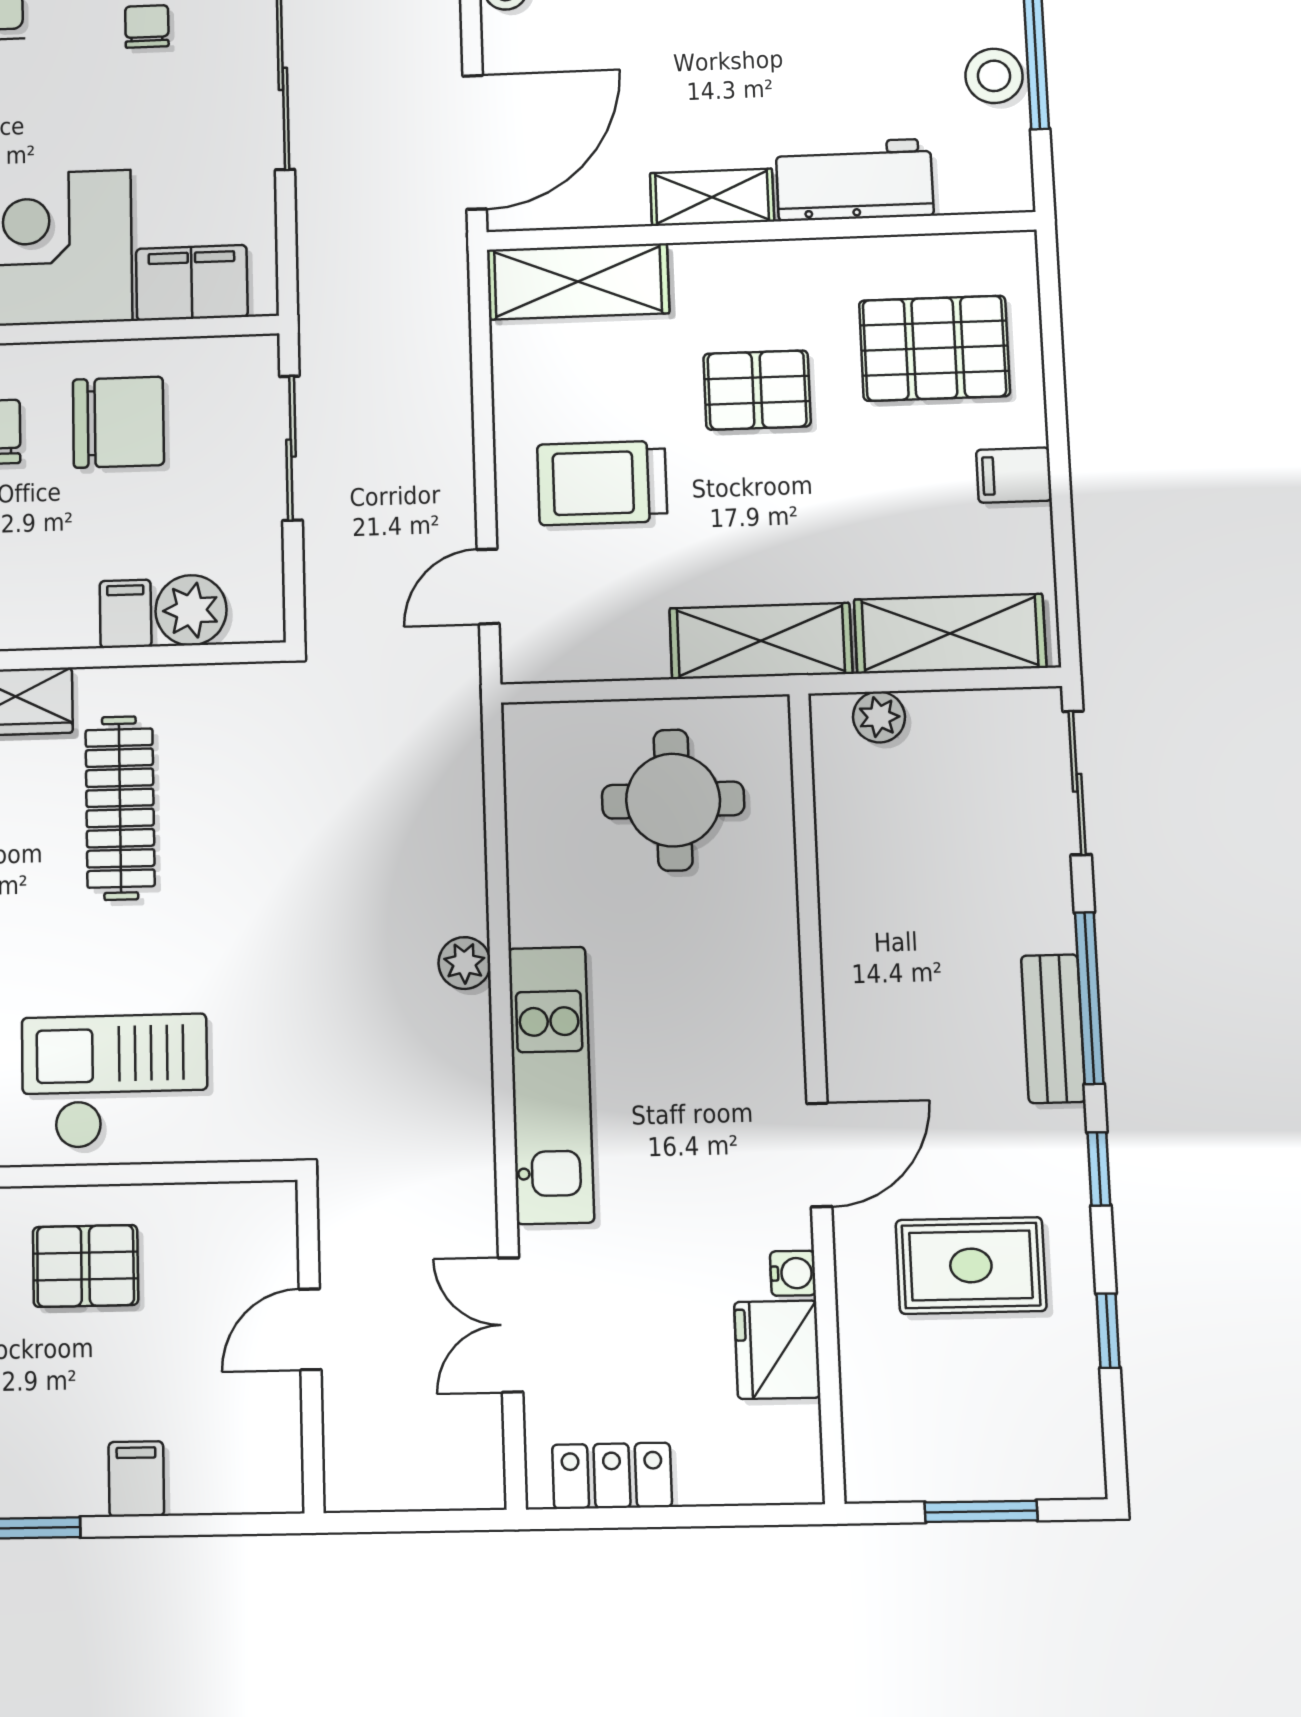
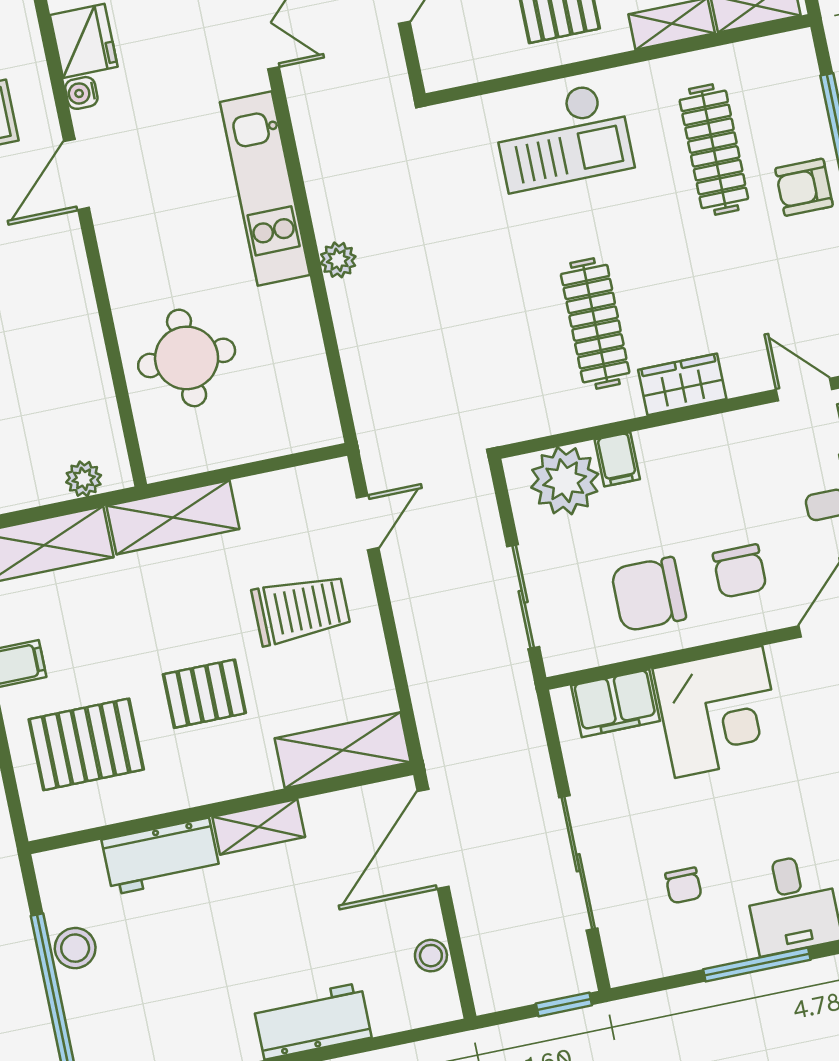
plant: (191, 610) -> (565, 481), width x1.36, depth x1.36
round table: (673, 800) -> (187, 358), moved

